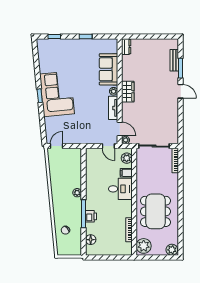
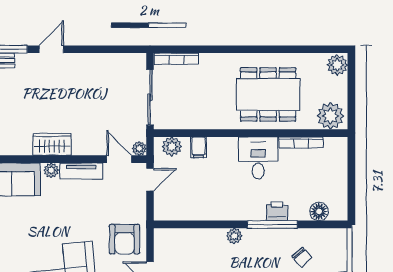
door: (120, 129) -> (119, 159), hinge flipped
armchair: (75, 132) -> (125, 239), added
desk: (120, 189) -> (258, 158), moved

